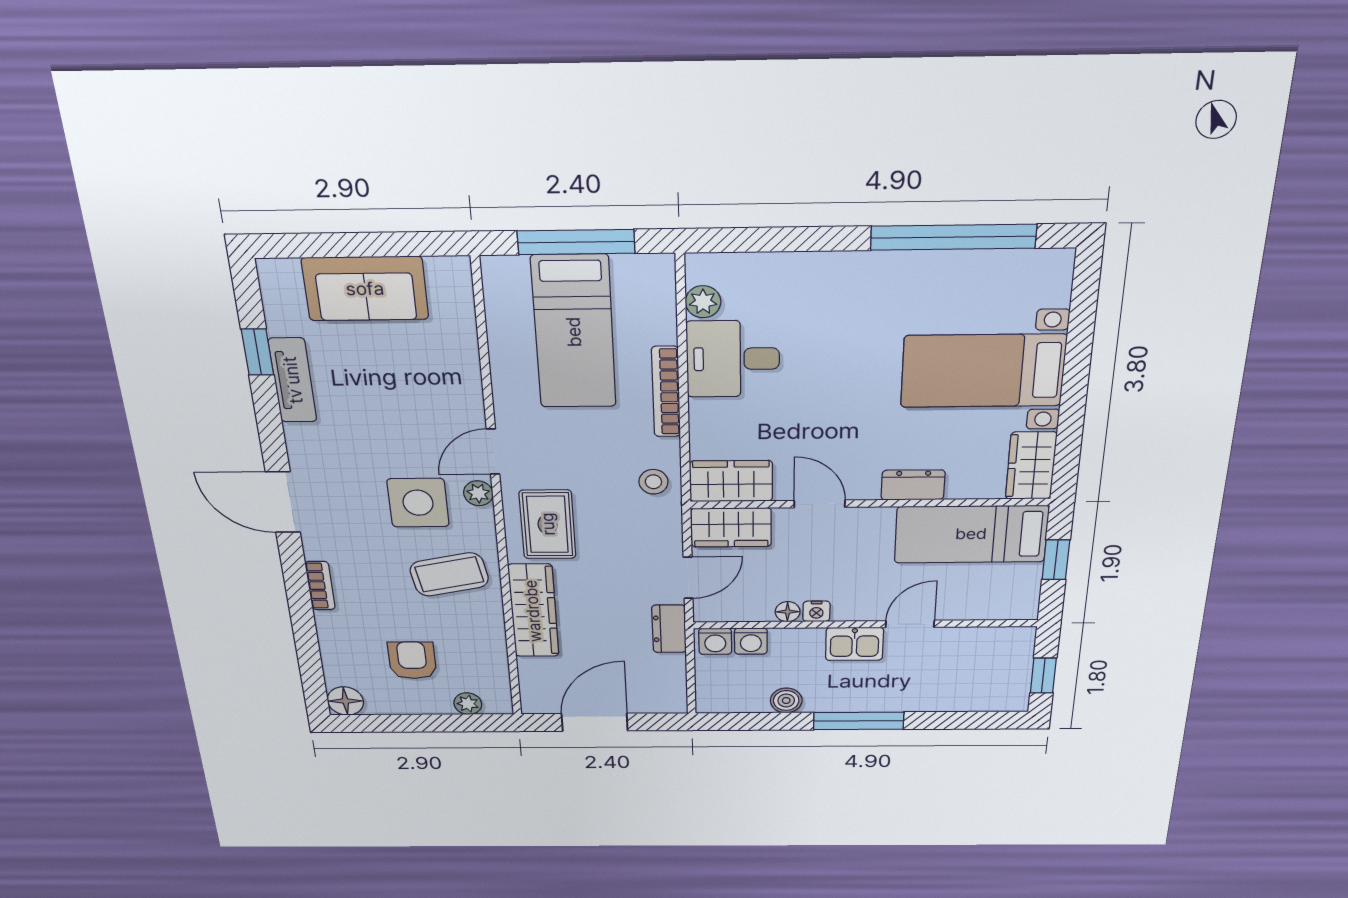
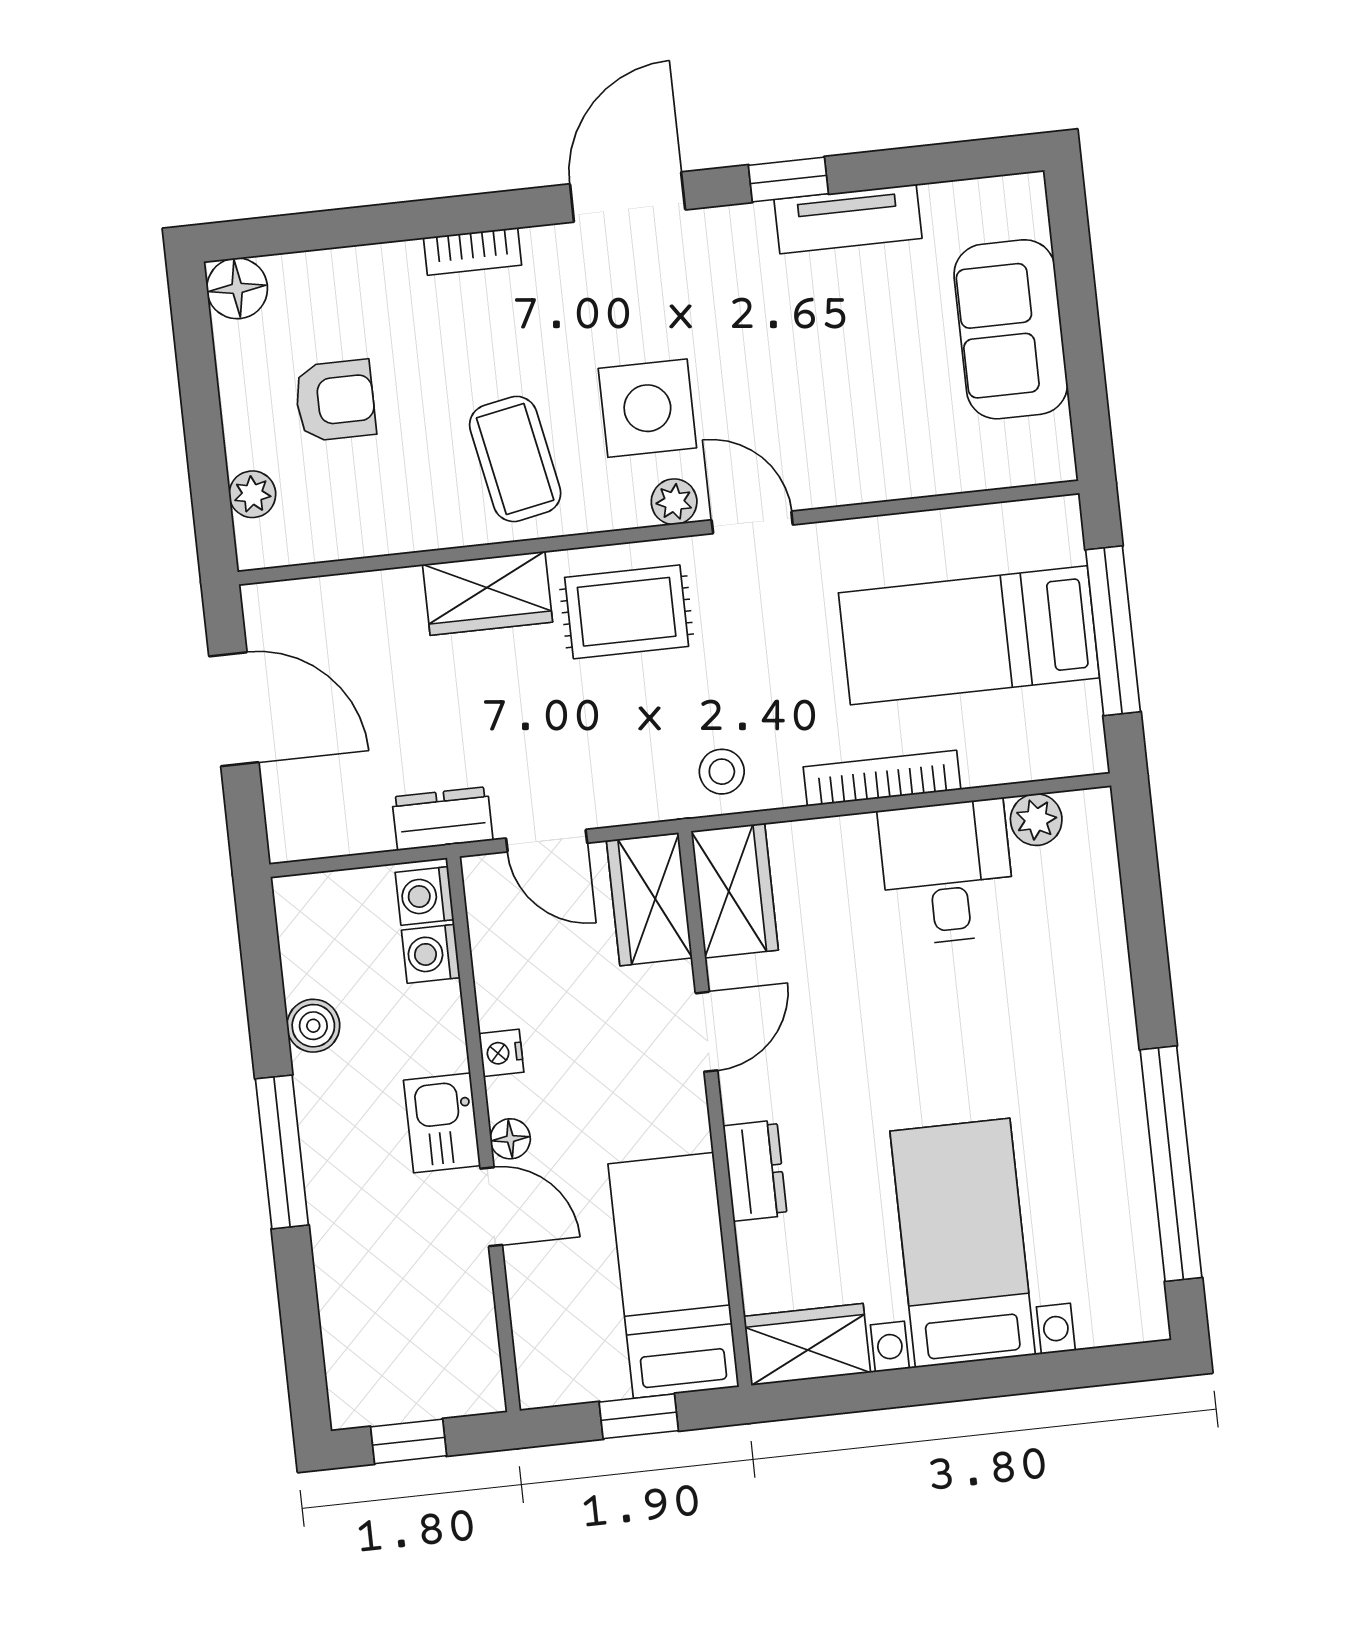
window: (258, 352) -> (788, 179), moved
wardrobe: (533, 611) -> (487, 593), width x0.67
floor lamp: (788, 612) -> (510, 1139), moved

